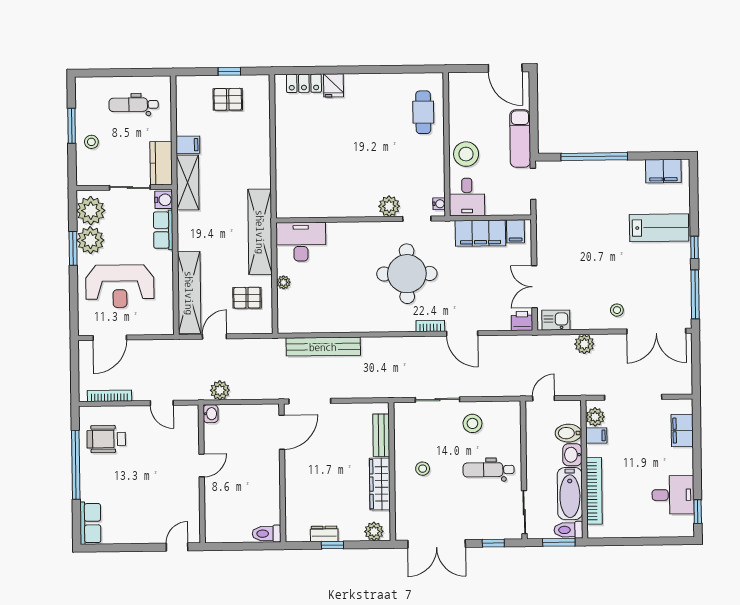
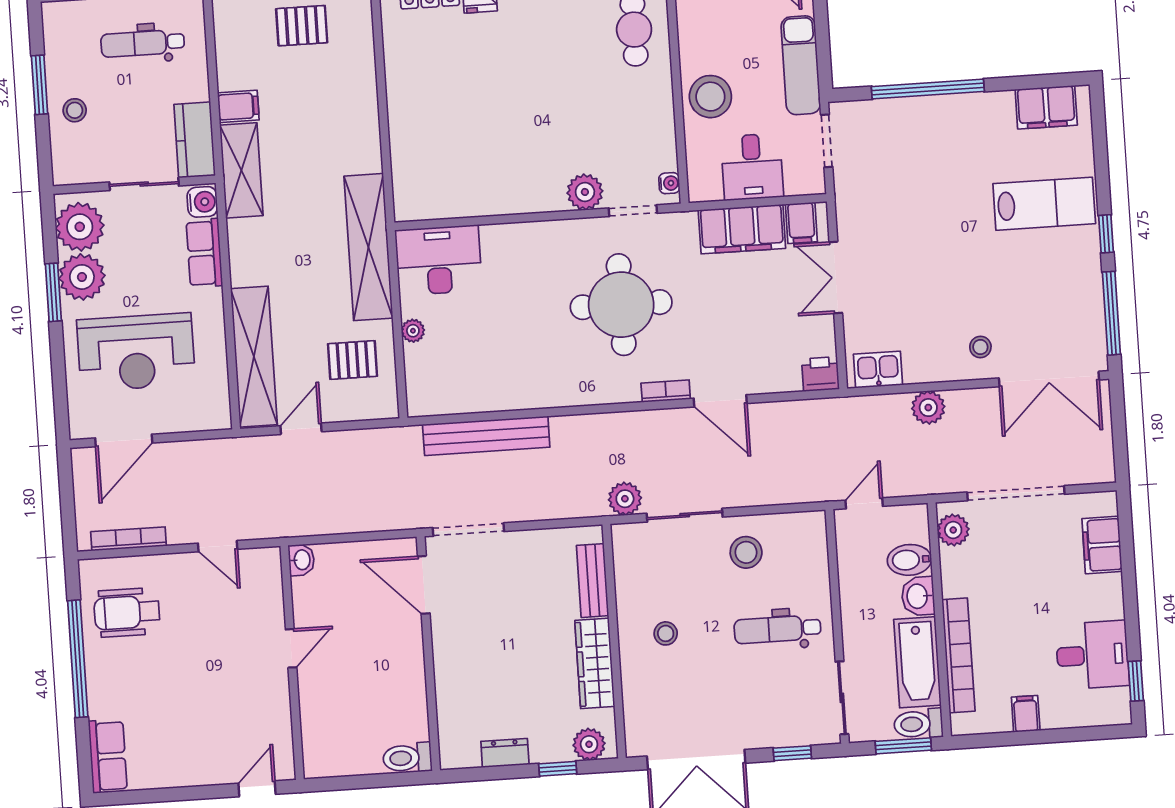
desk: (467, 197) -> (752, 167), moved
double door: (534, 287) -> (836, 277), moved
plant: (220, 390) -> (625, 499), moved
door: (282, 432) -> (424, 585), swing flipped
filing cabinet: (596, 436) -> (1026, 714), moved, turned -90
window: (332, 545) -> (558, 769), moved

